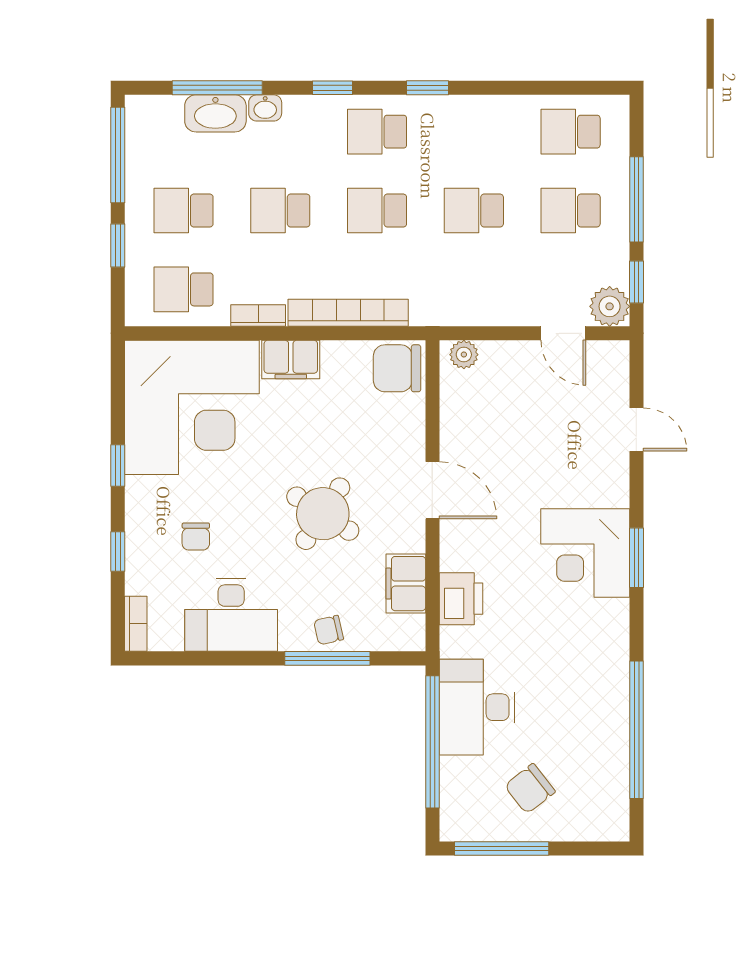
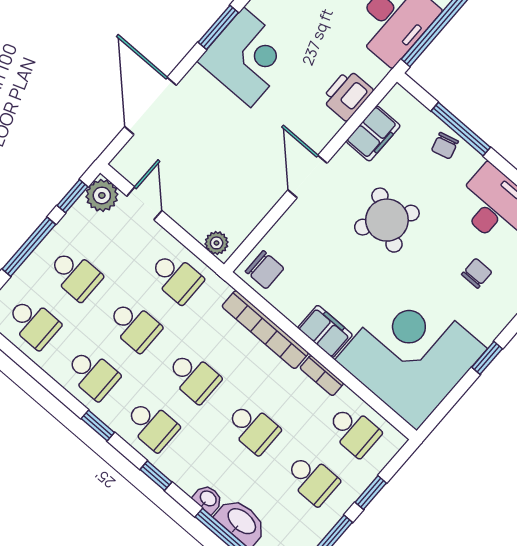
school desk: (474, 132) -> (93, 374), added
school desk: (474, 289) -> (176, 278), added
chair: (397, 368) -> (265, 270), width x0.73, depth x0.73
door: (636, 430) -> (150, 106), width x1.88
chair: (329, 630) -> (445, 146), turned 88

